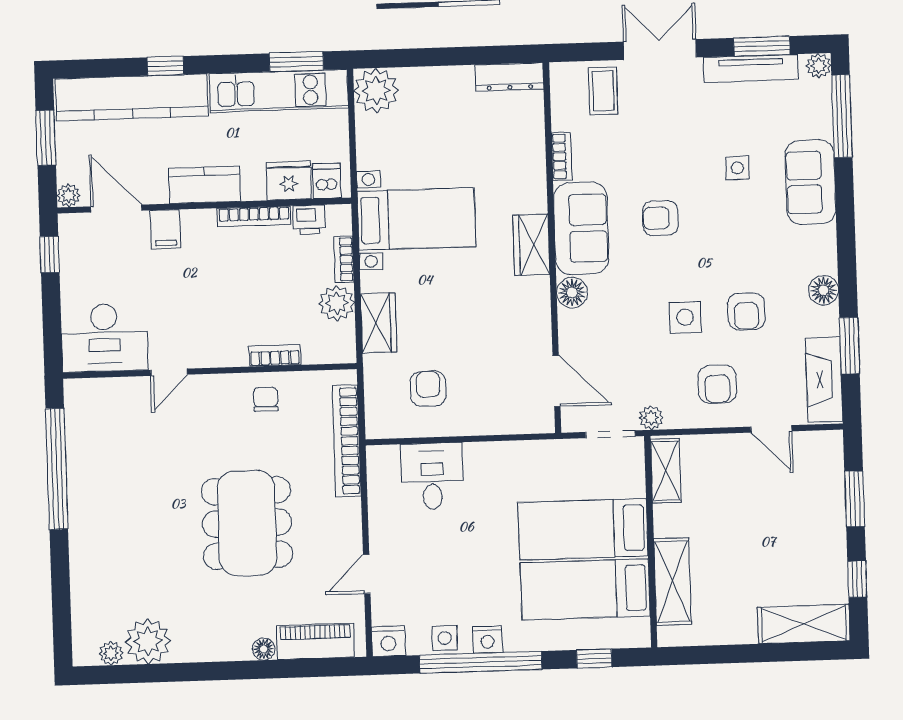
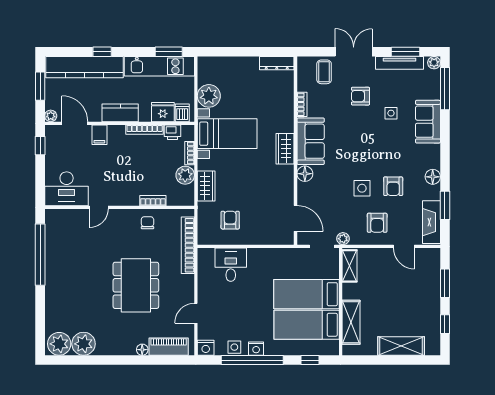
plant: (376, 91) -> (209, 96), moved
armchair: (660, 218) -> (360, 96), moved
shelving: (804, 624) -> (401, 346), moved
plant: (111, 653) -> (59, 344), width x1.88, depth x1.88

